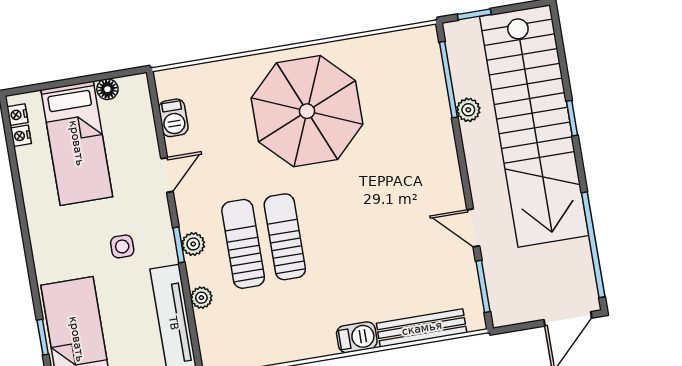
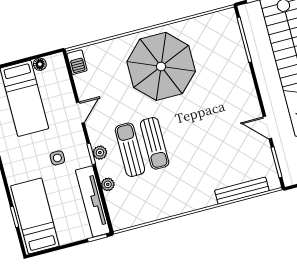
plant: (468, 110) -> (258, 57), removed
barbecue: (173, 118) -> (77, 62), moved
sun lounger: (285, 237) -> (155, 143), turned 180
barbecue: (357, 337) -> (203, 200), removed

